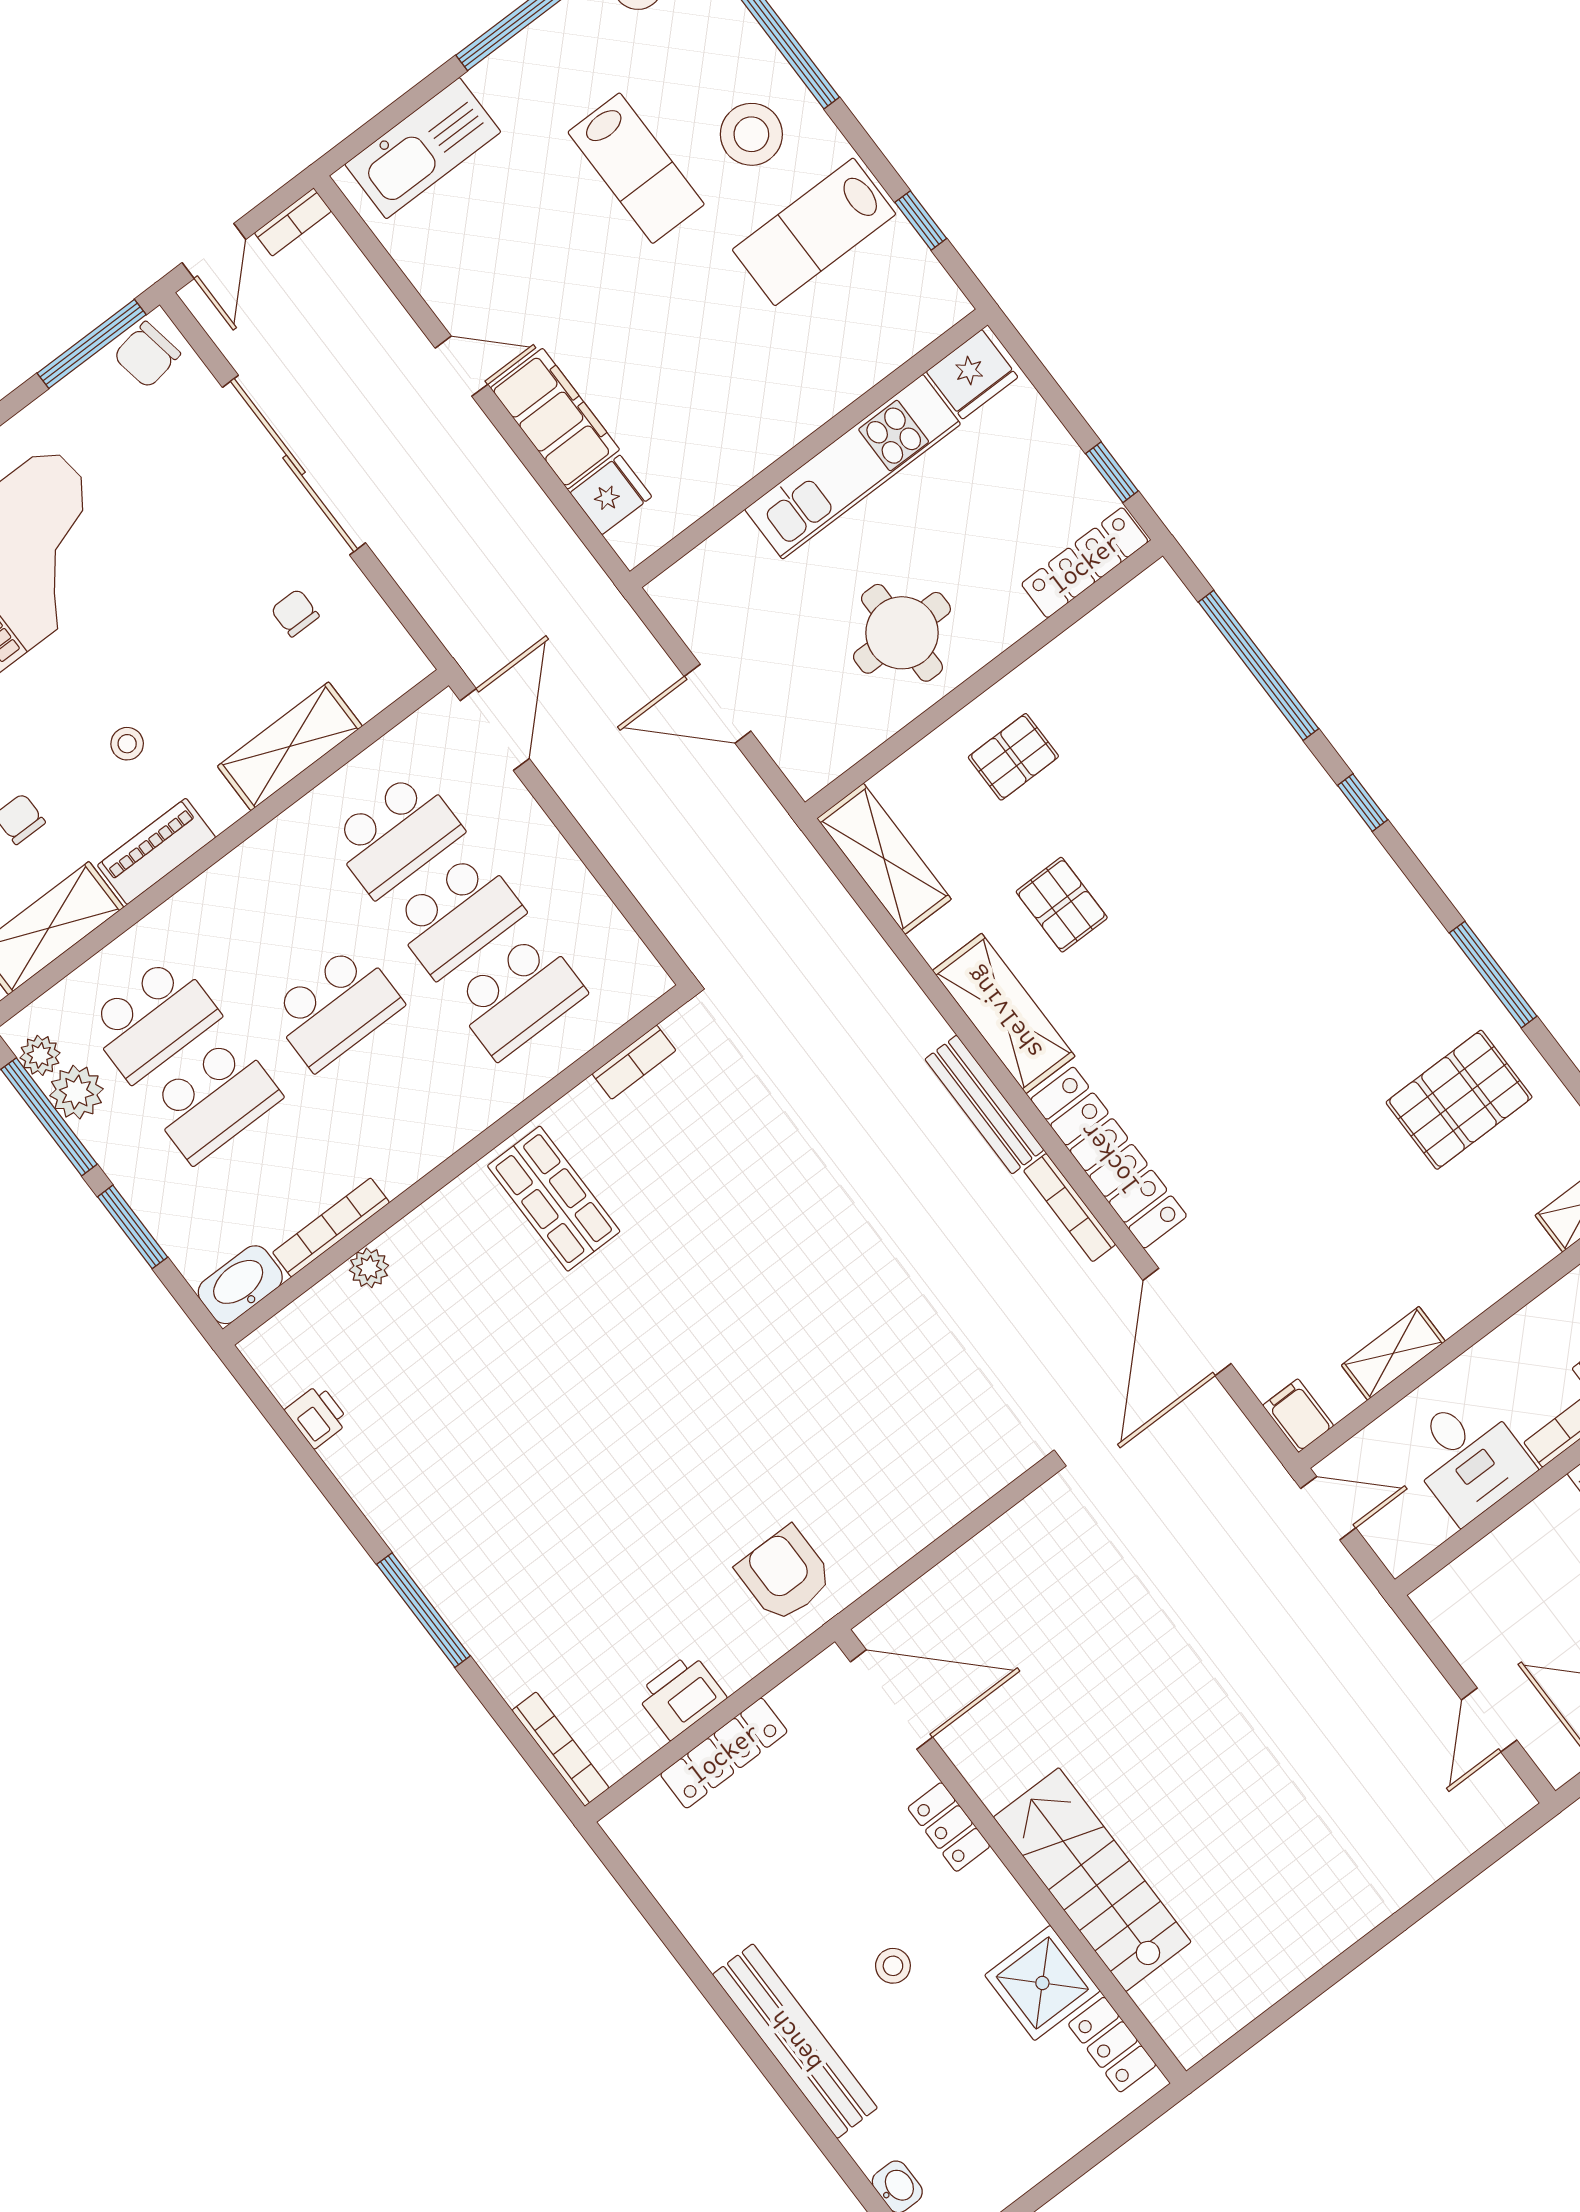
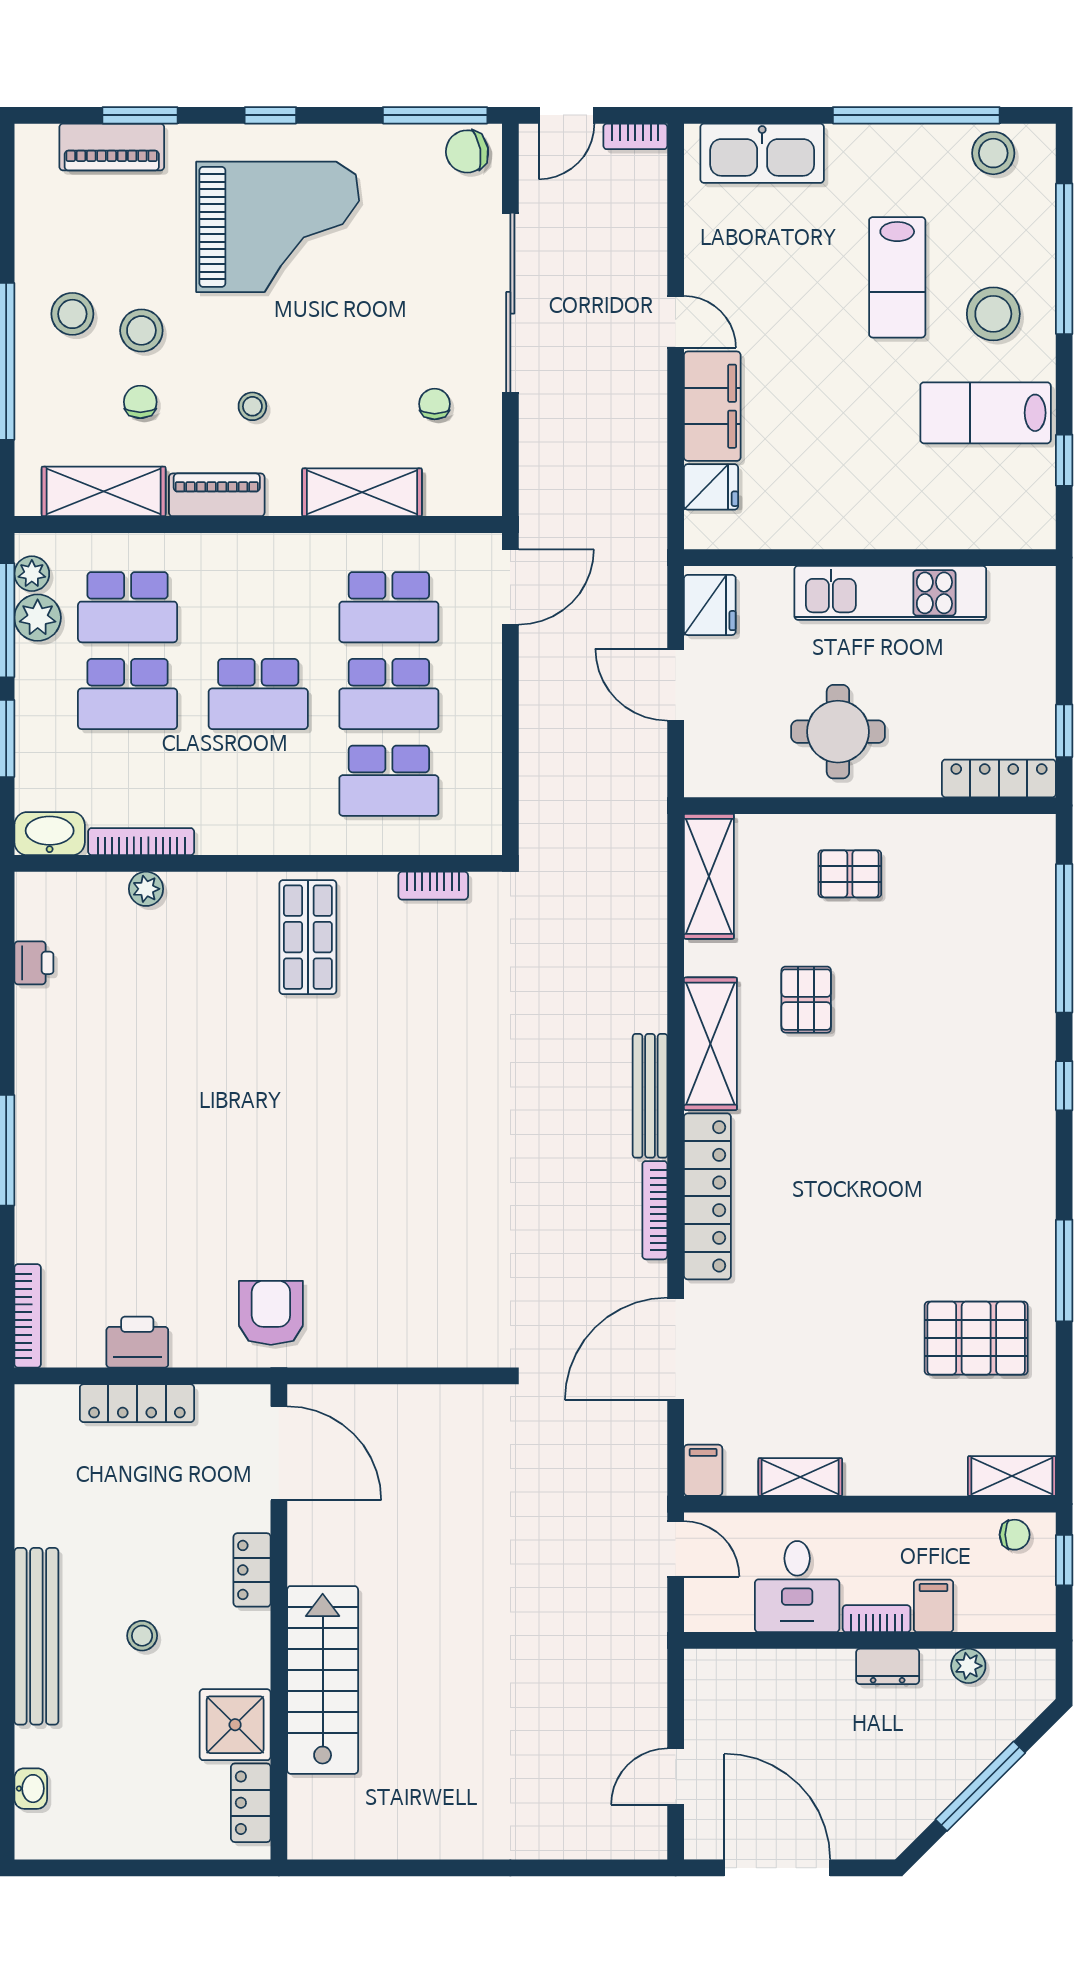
fridge: (972, 374) -> (710, 605), moved, turned -90

